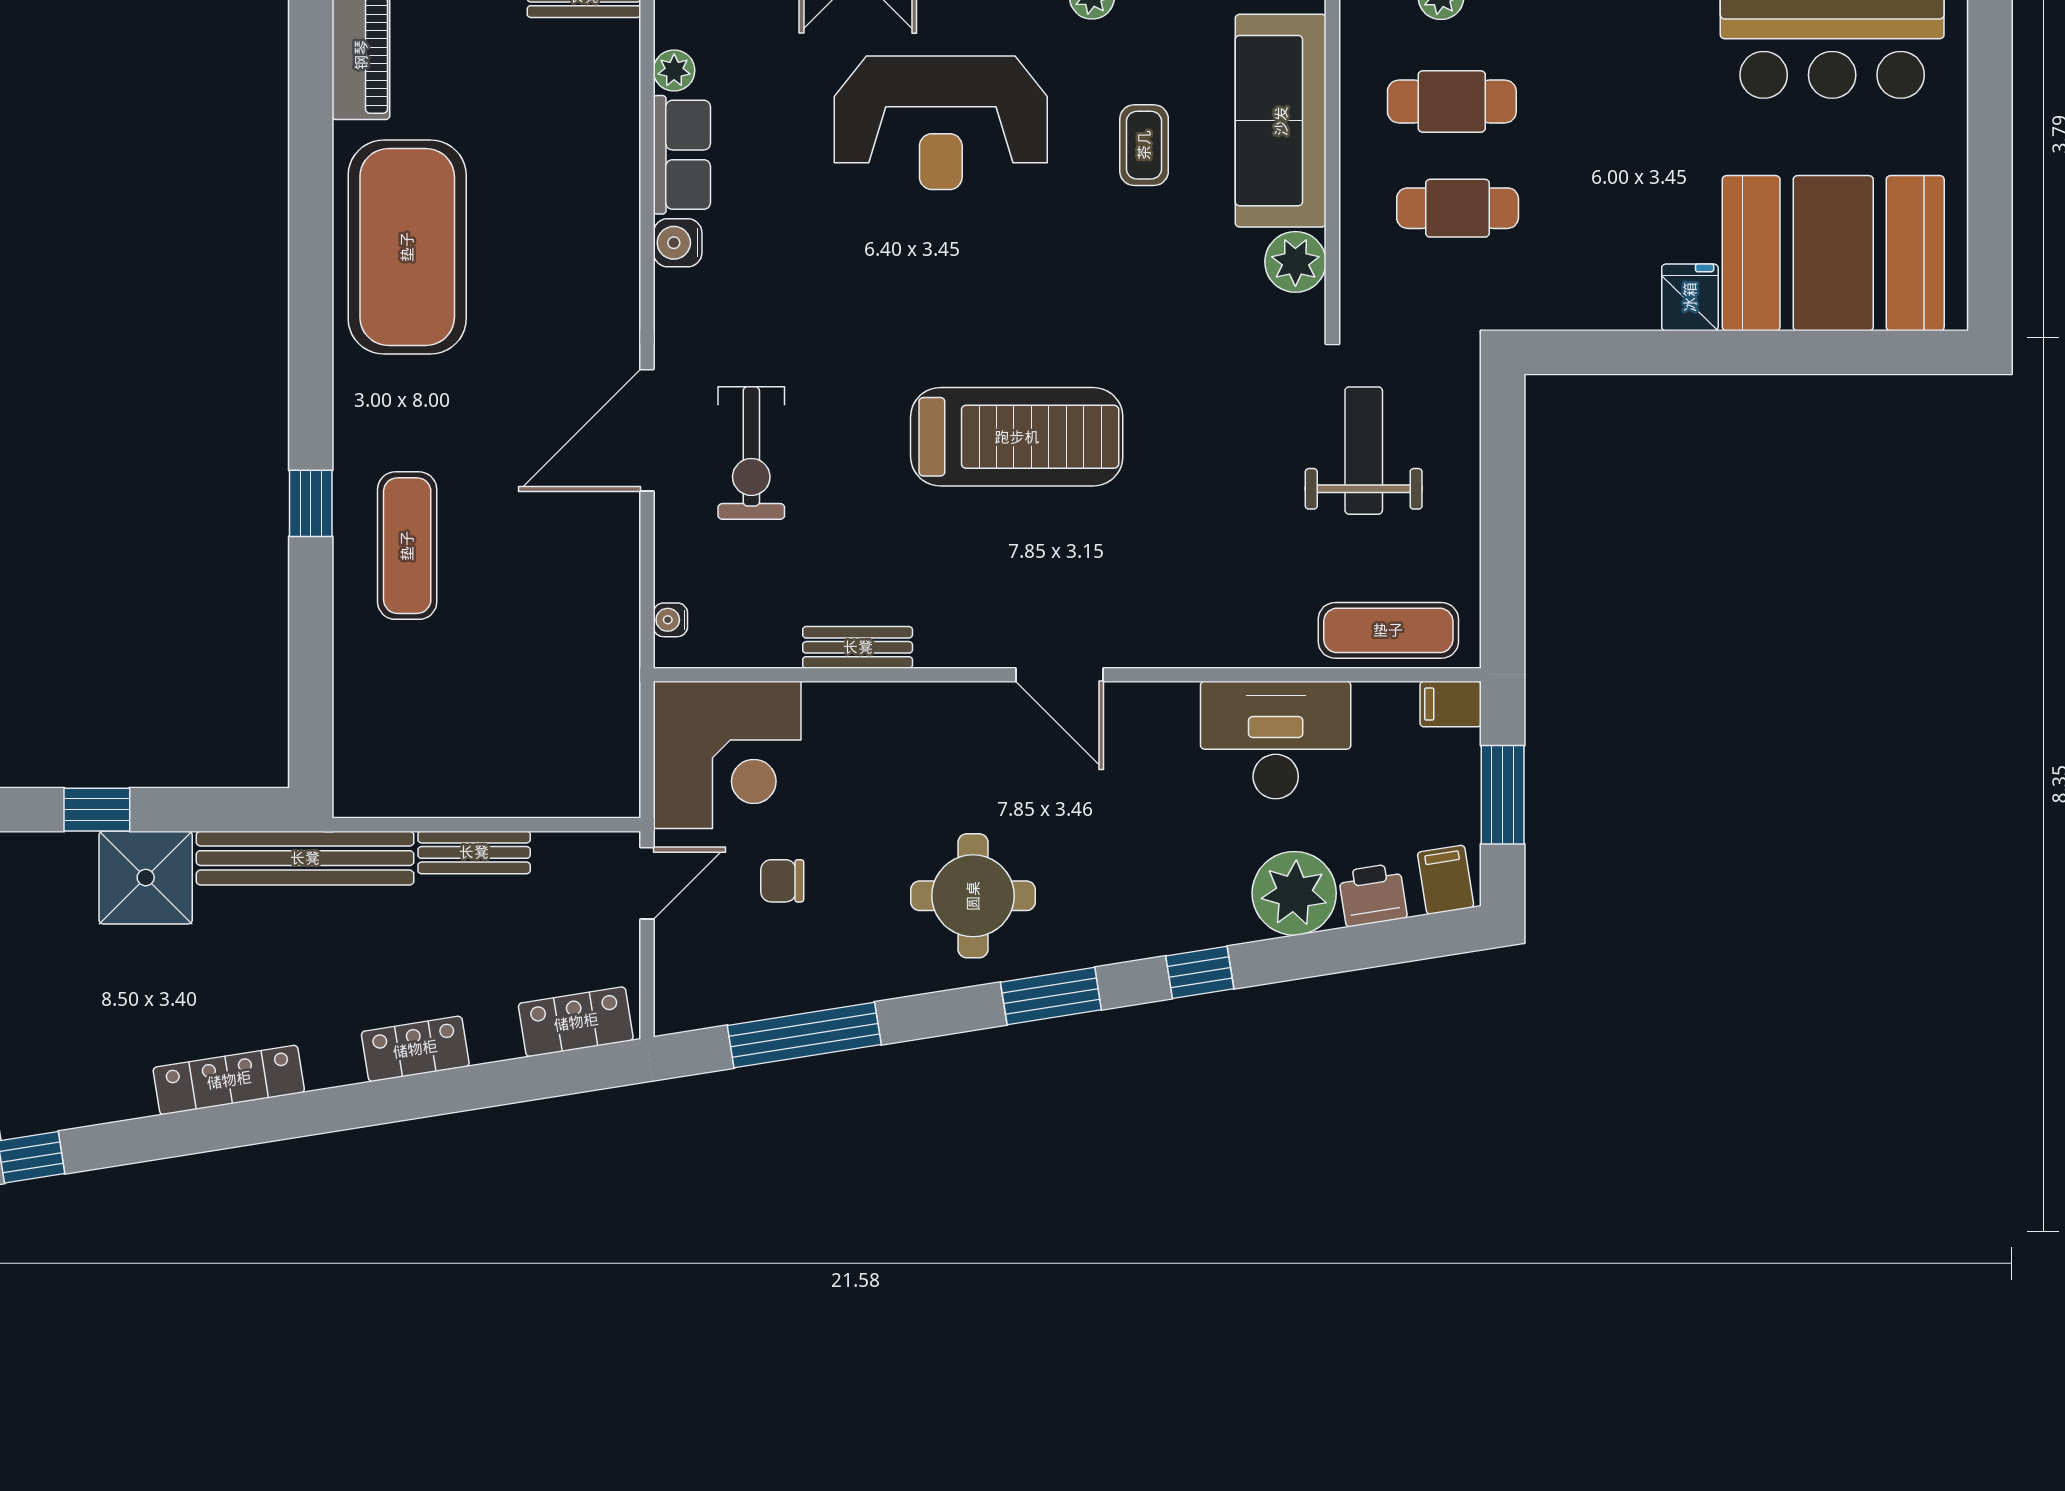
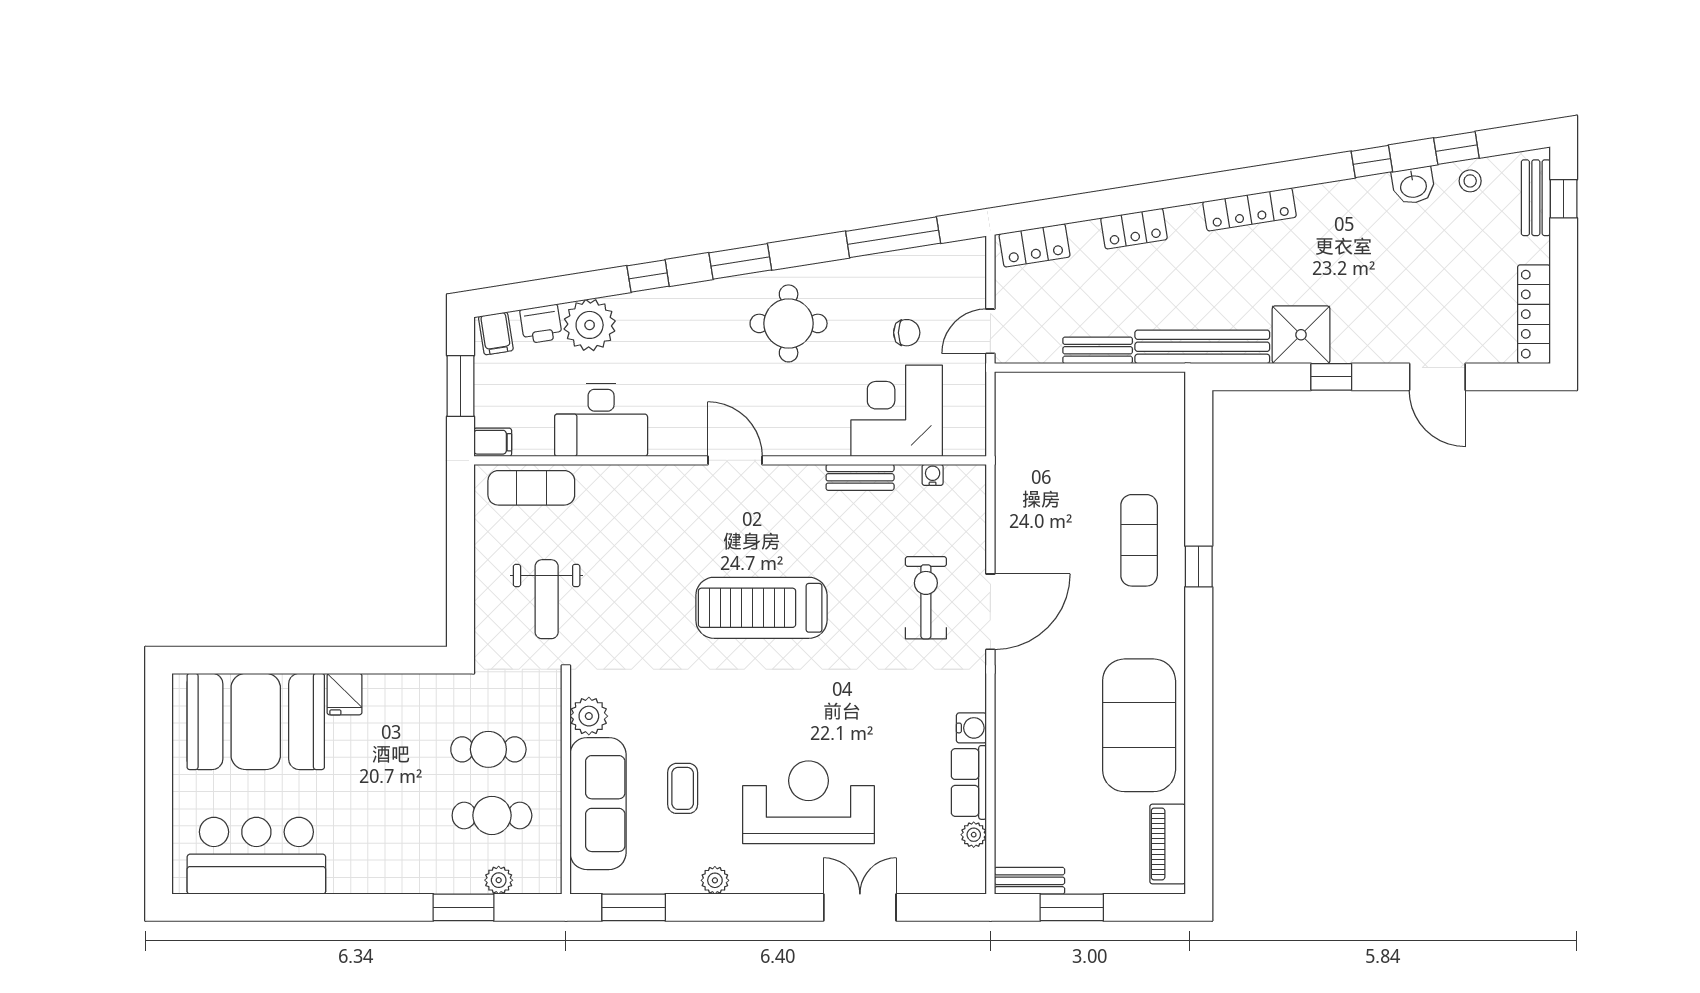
water cooler: (670, 620) -> (933, 475), moved, turned -90
corner desk: (727, 755) -> (897, 411), moved

